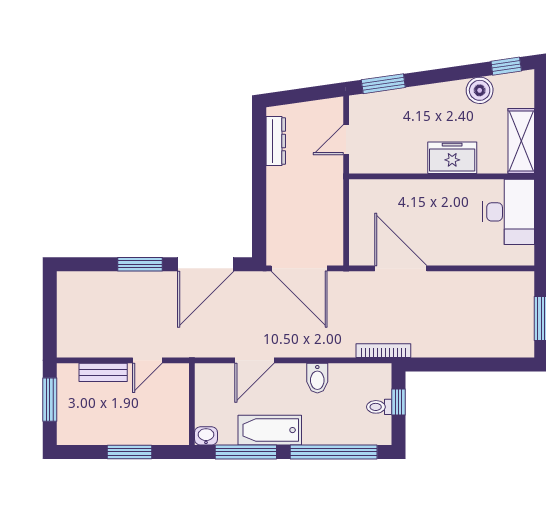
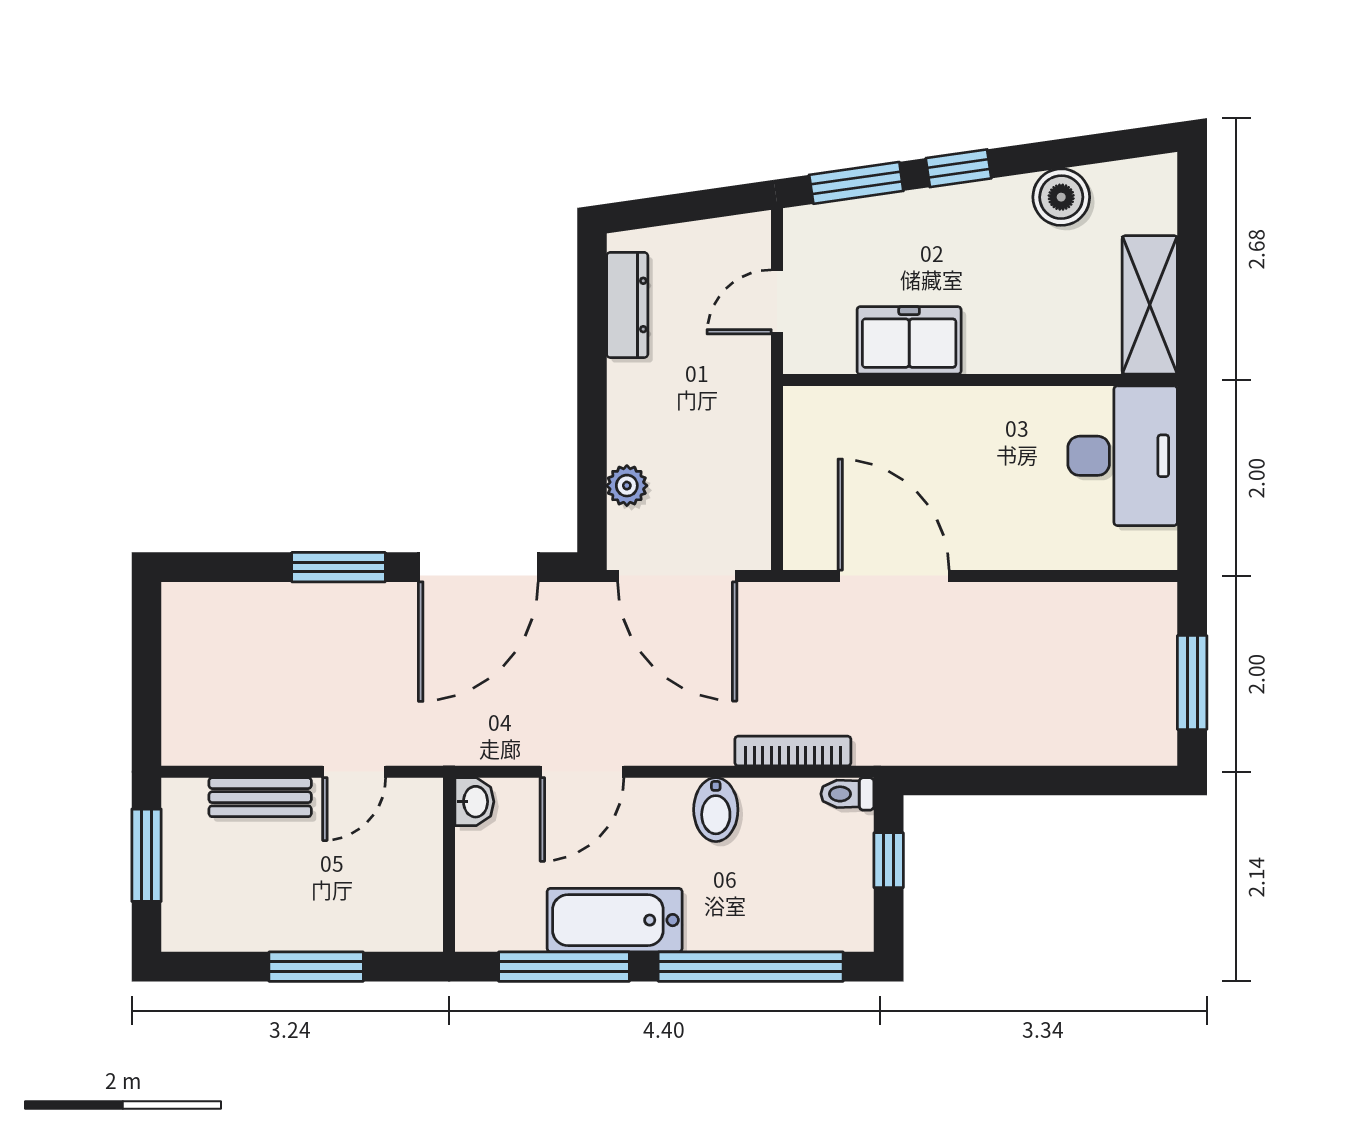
window: (506, 66) -> (959, 168), moved
freezer: (452, 158) -> (909, 340), moved
plant: (275, 226) -> (627, 486), added
bookcase: (383, 351) -> (793, 751), moved
toilet: (379, 407) -> (847, 794), moved
washbasin: (206, 436) -> (474, 802), moved, turned 90

